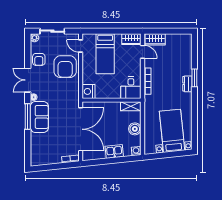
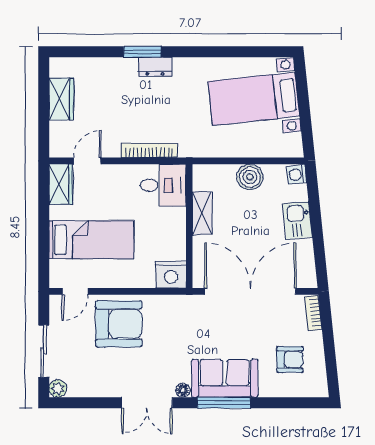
wardrobe: (155, 39) -> (61, 99), moved
armchair: (39, 59) -> (290, 359), moved
shelving: (131, 106) -> (202, 213), moved

